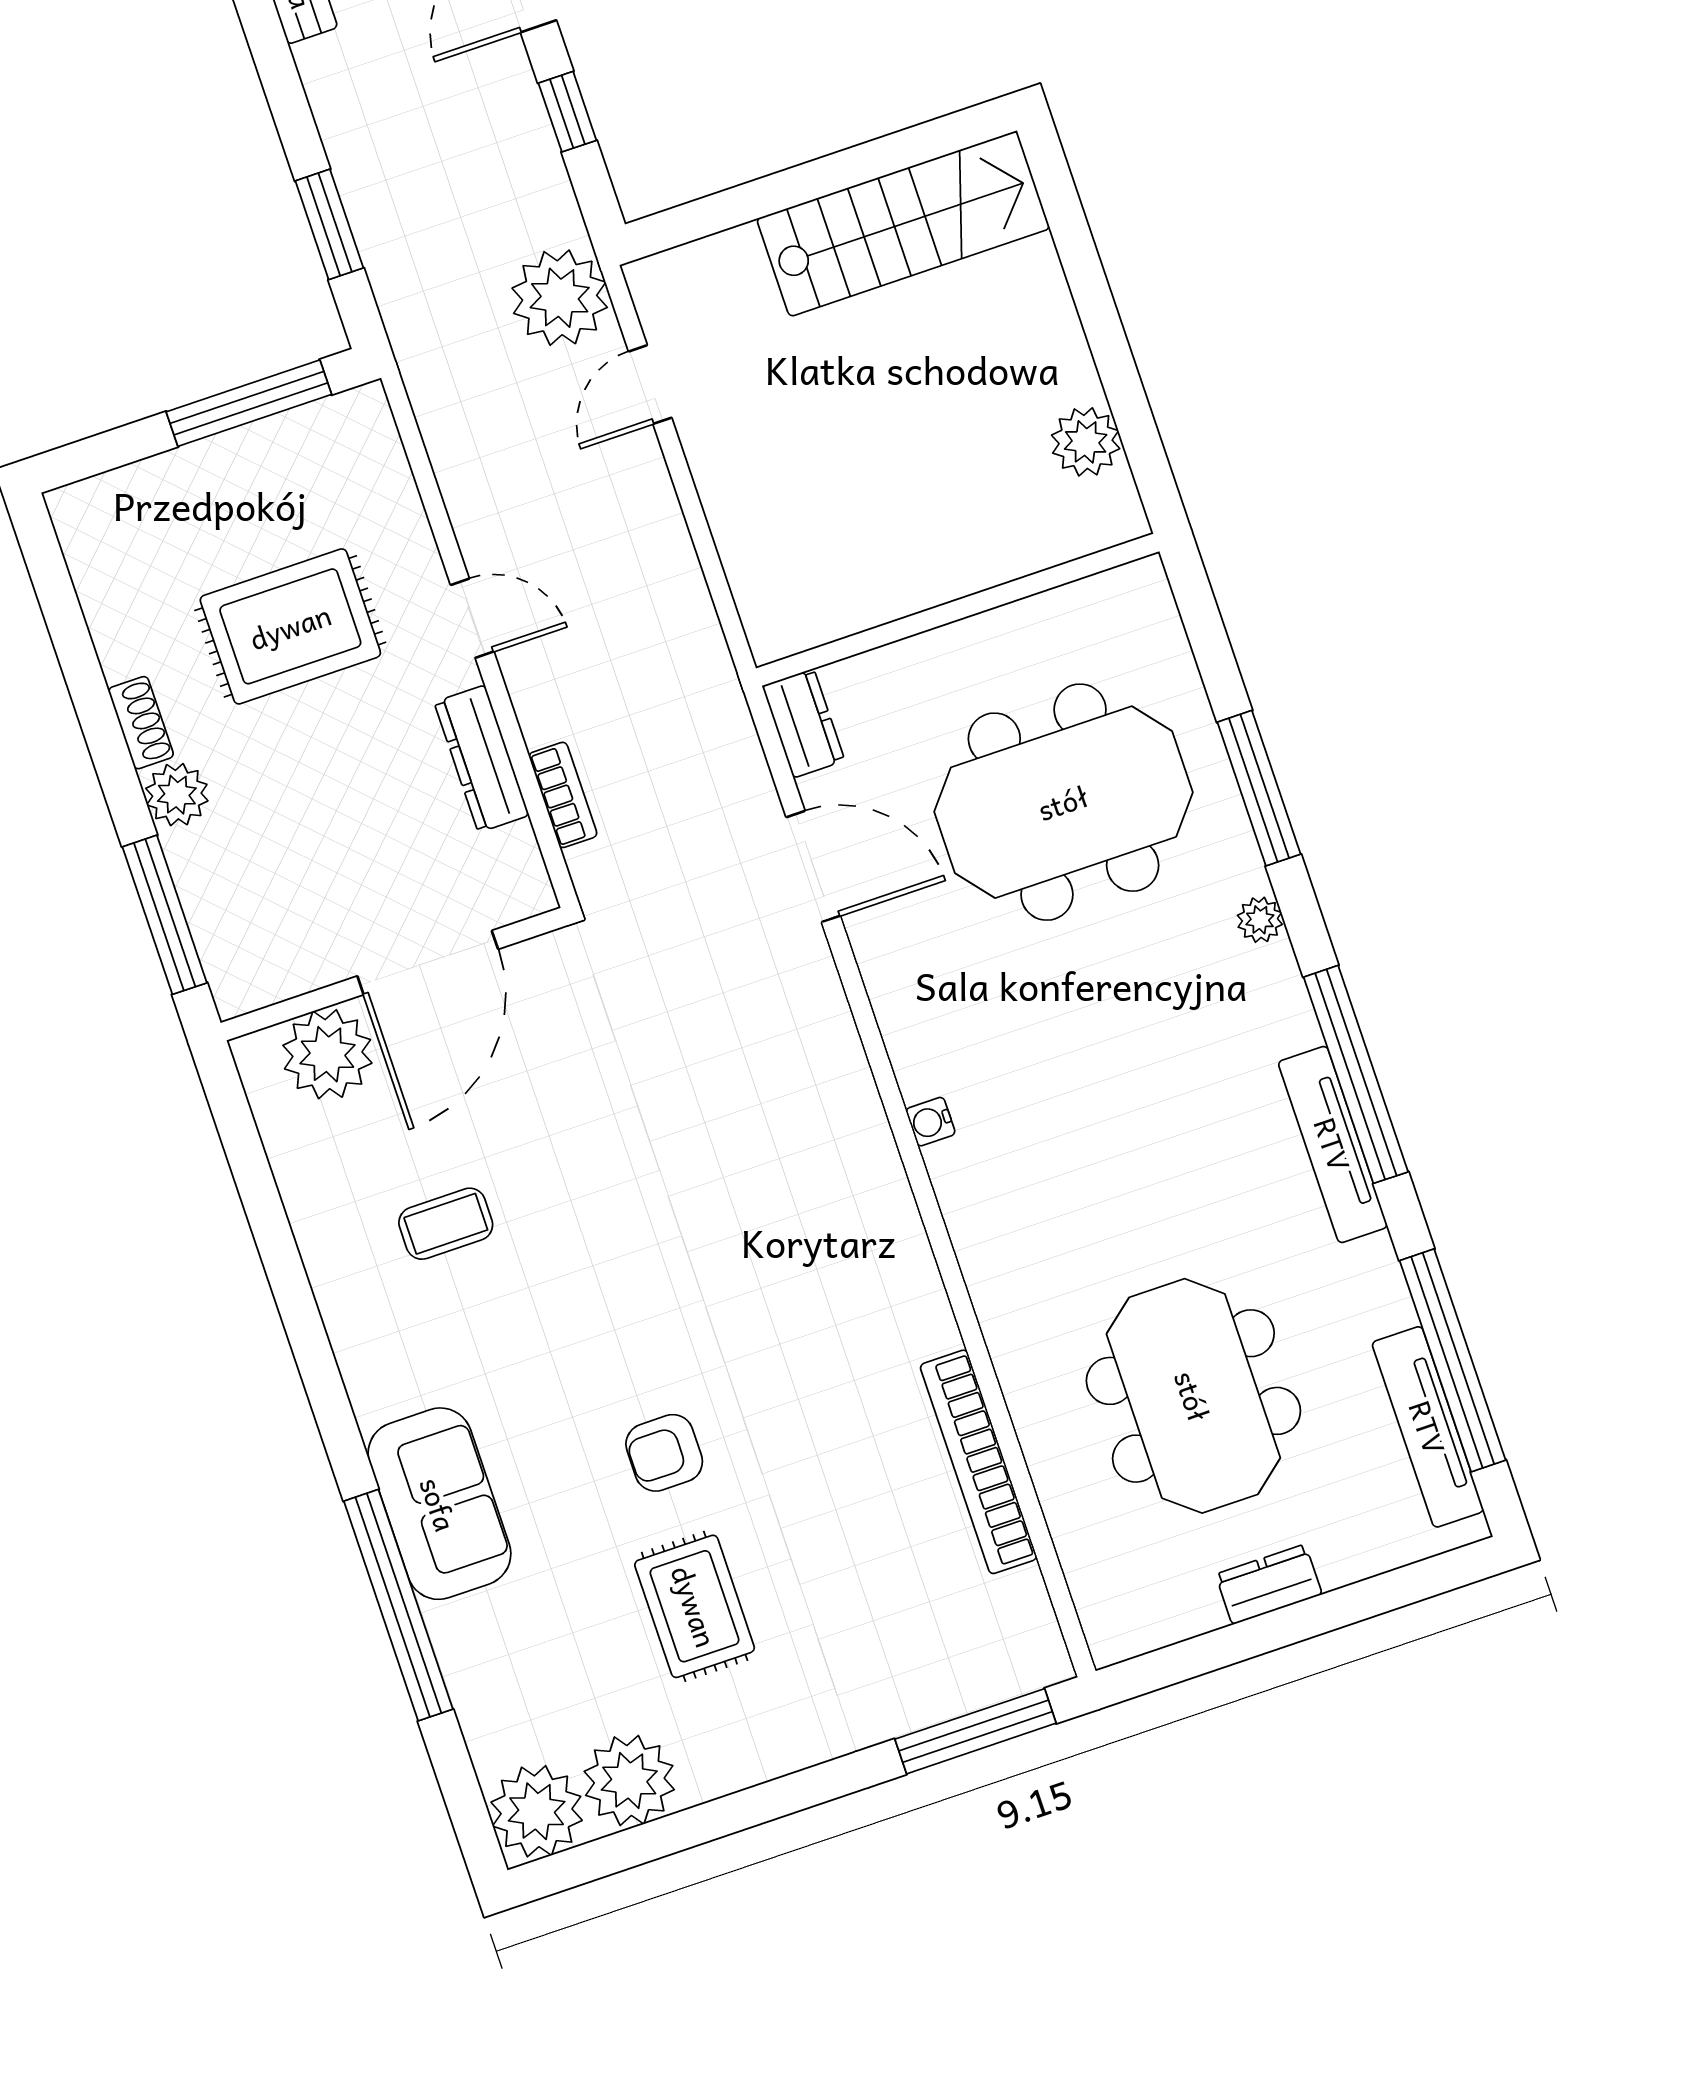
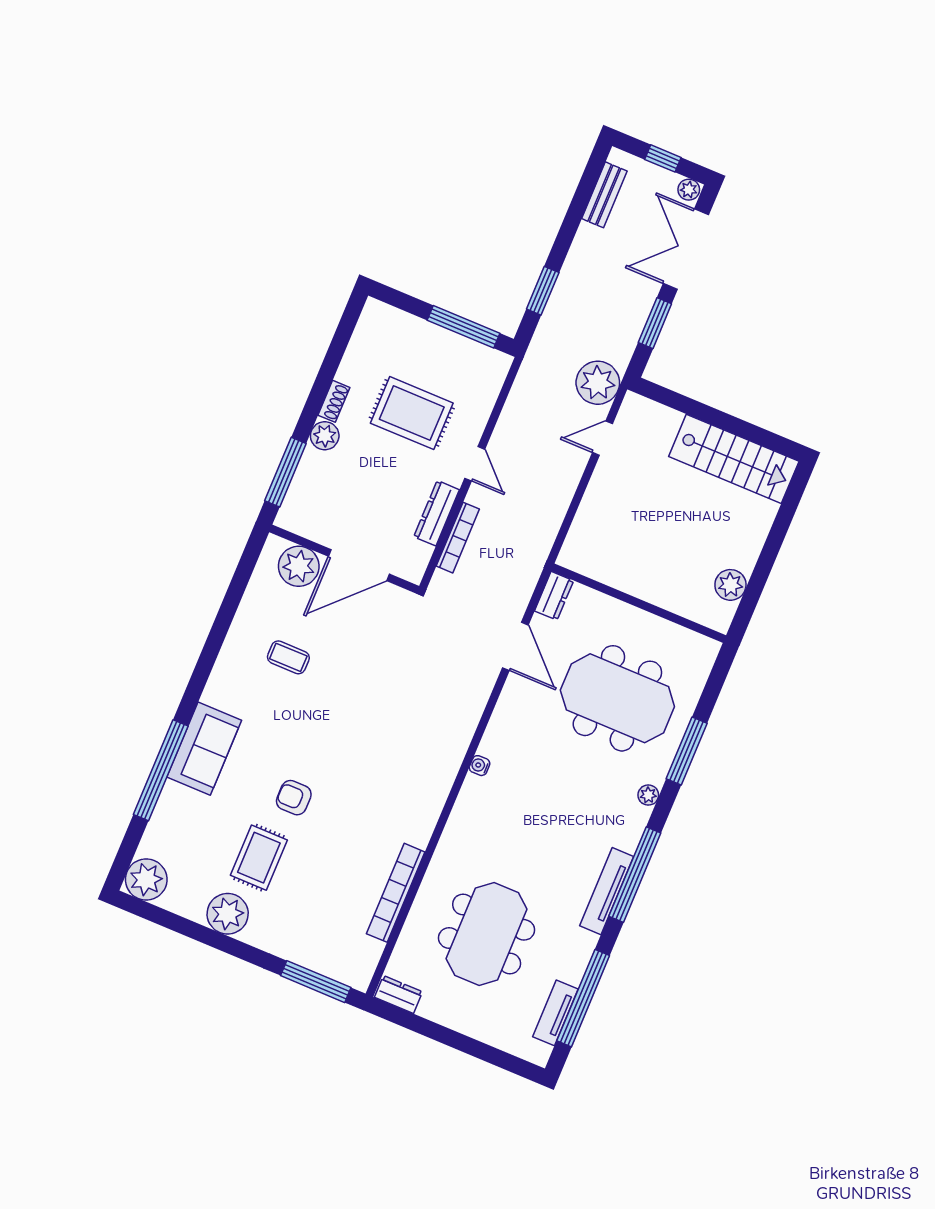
window: (567, 112) -> (655, 323), width x1.50
bookcase: (563, 795) -> (458, 538), width x1.56
tv unit: (1428, 1427) -> (555, 1013), width x0.71
dresser: (1269, 1584) -> (398, 994), moved
plant: (629, 1780) -> (228, 914), moved

